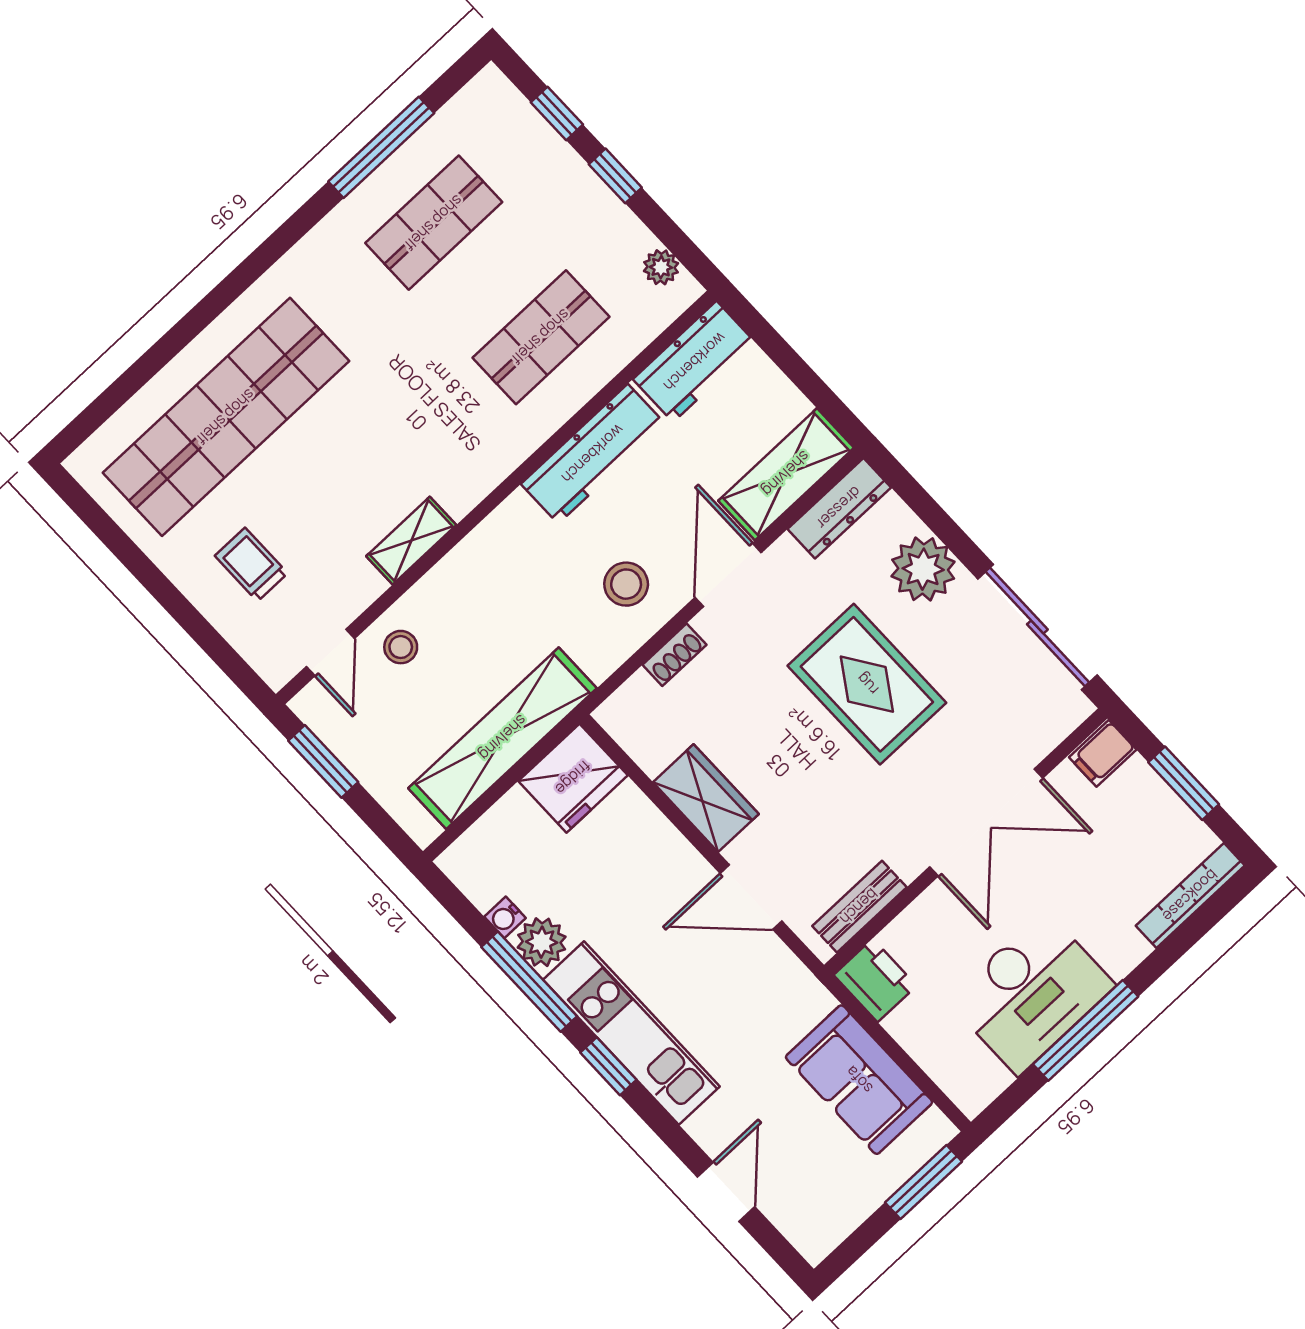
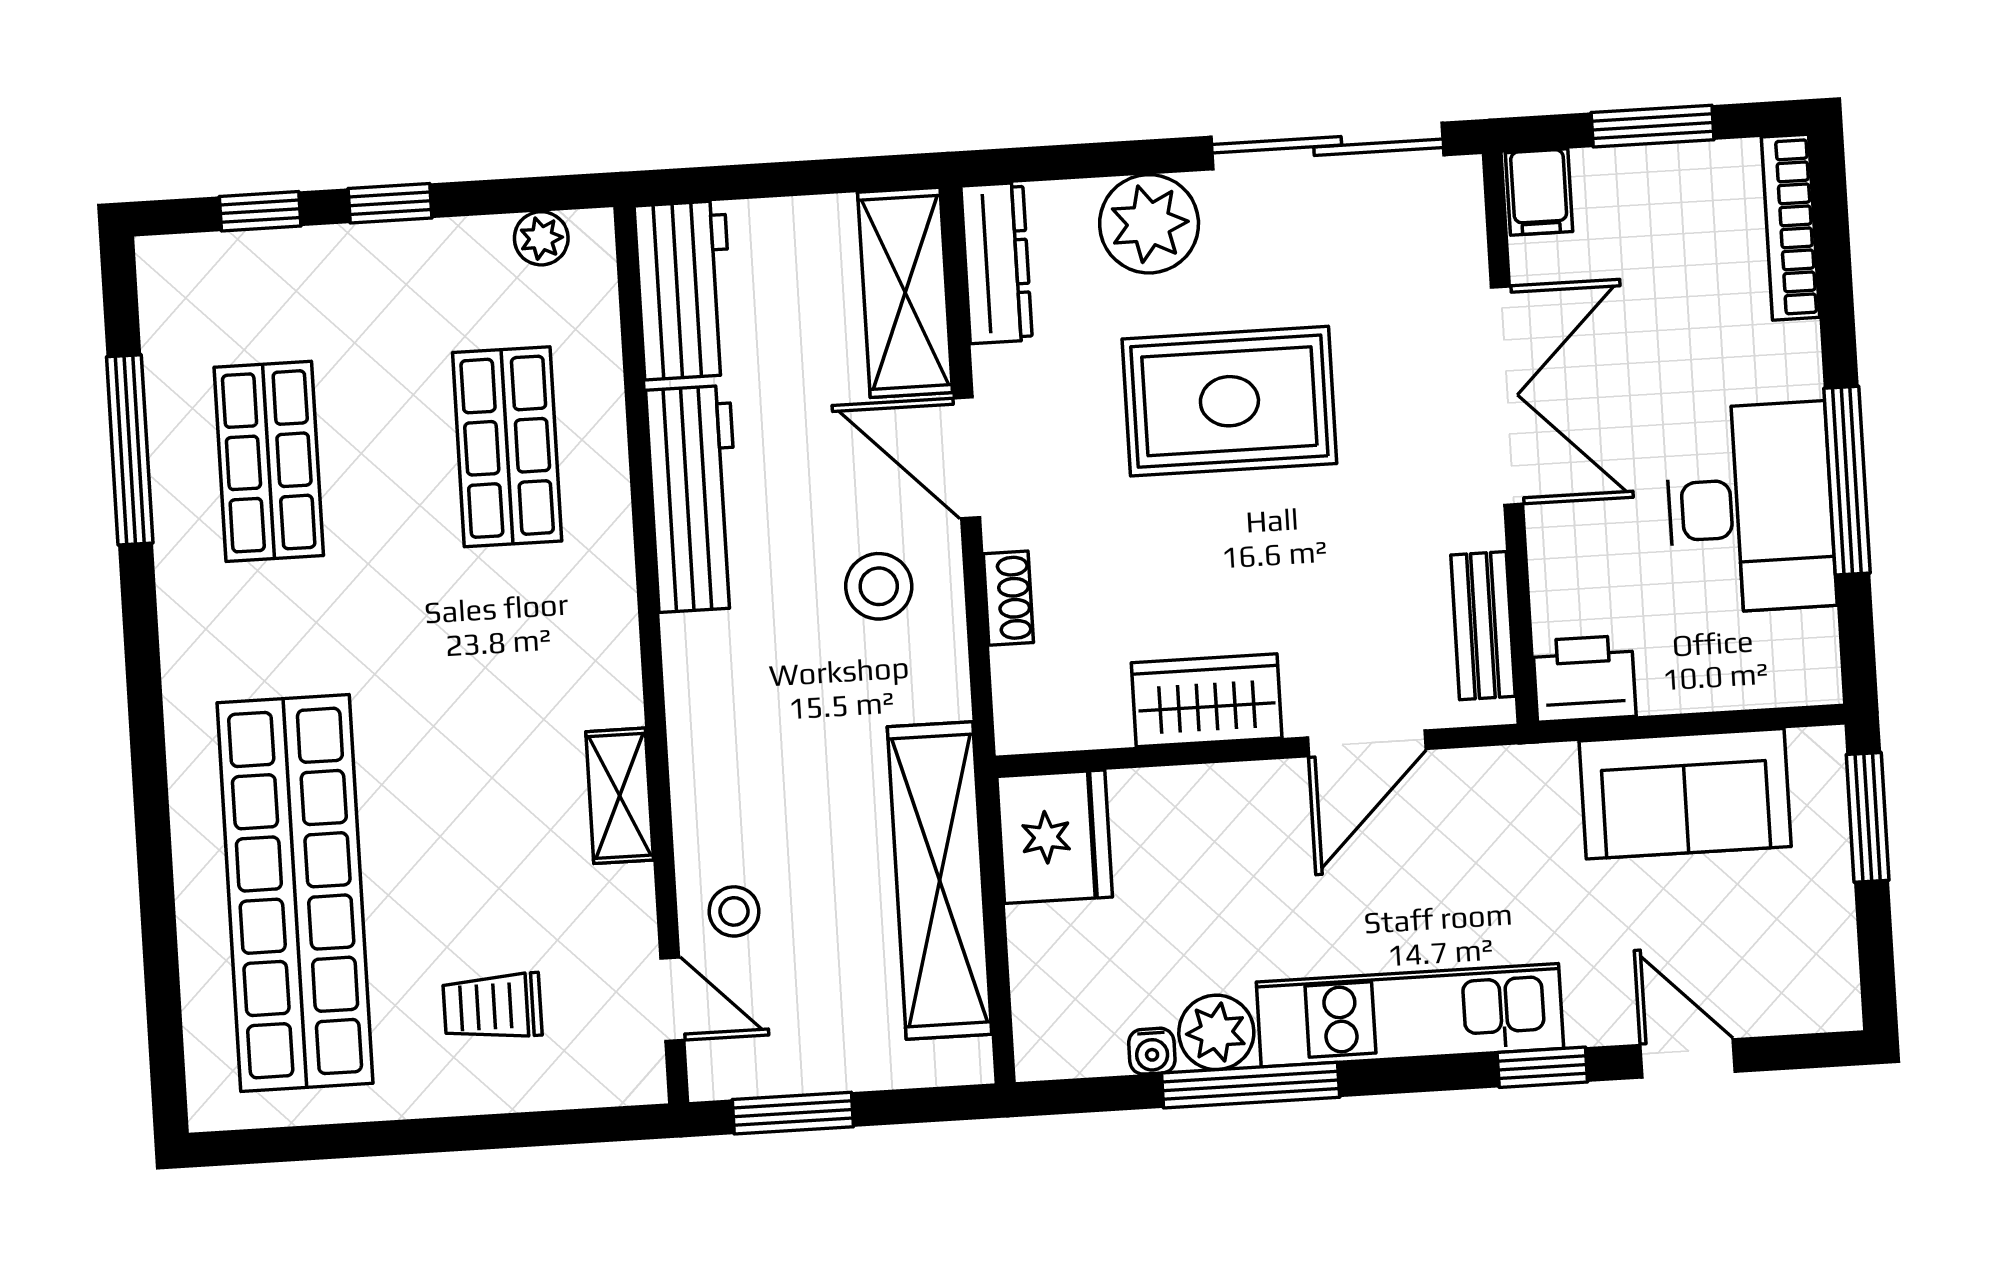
window: (608, 1066) -> (1542, 1067), moved

